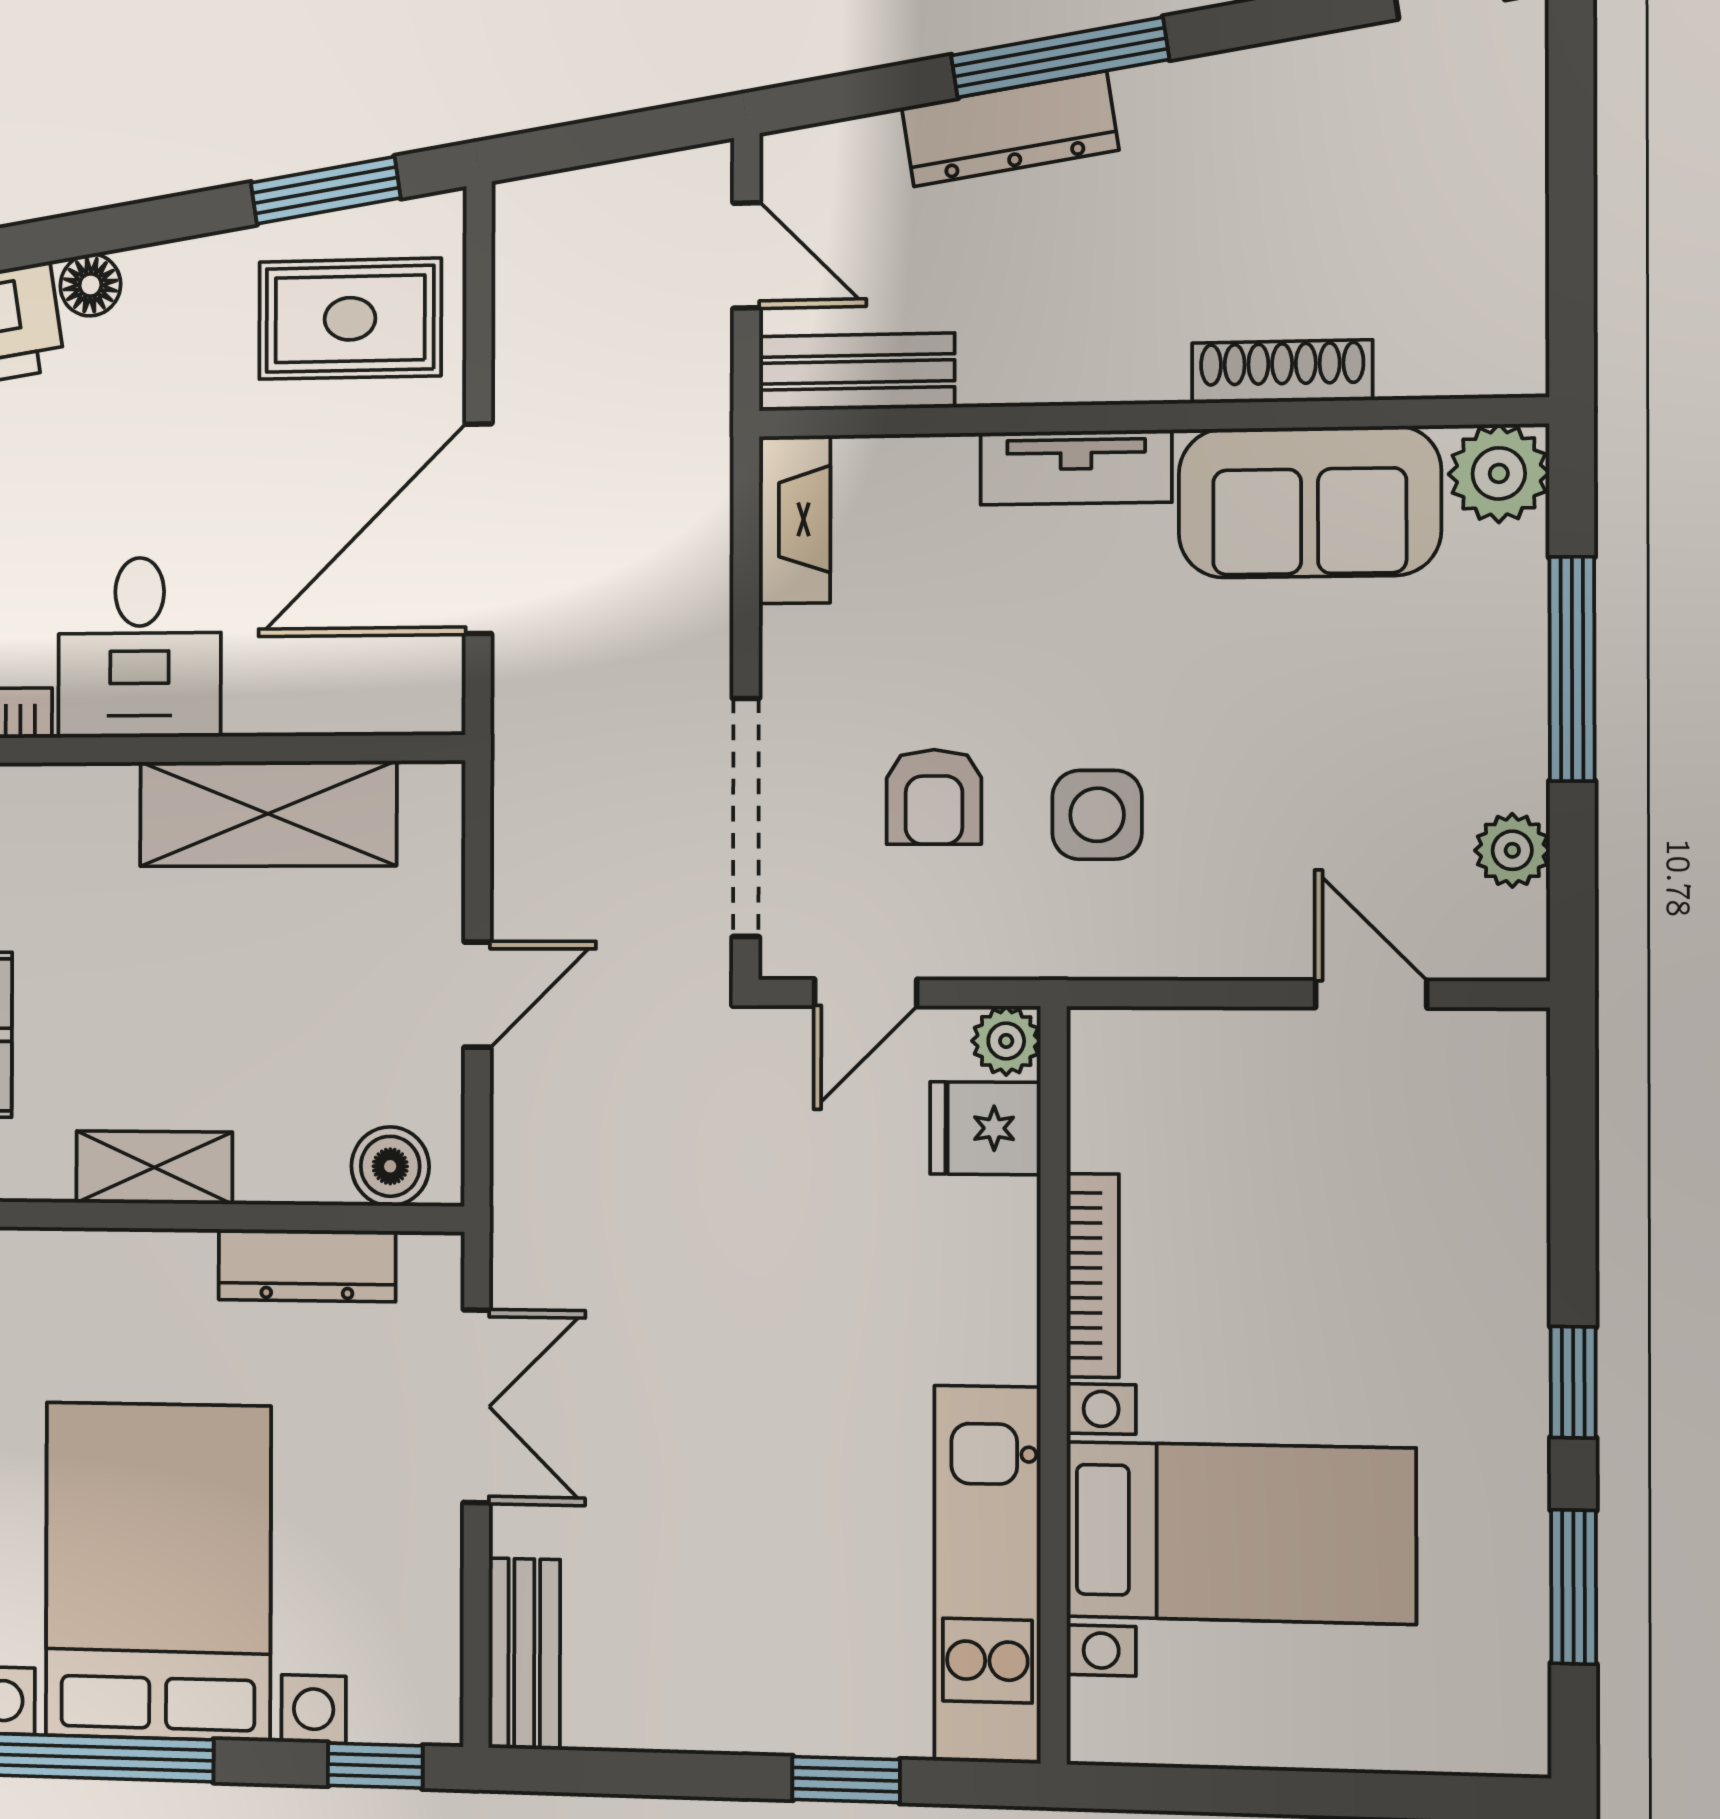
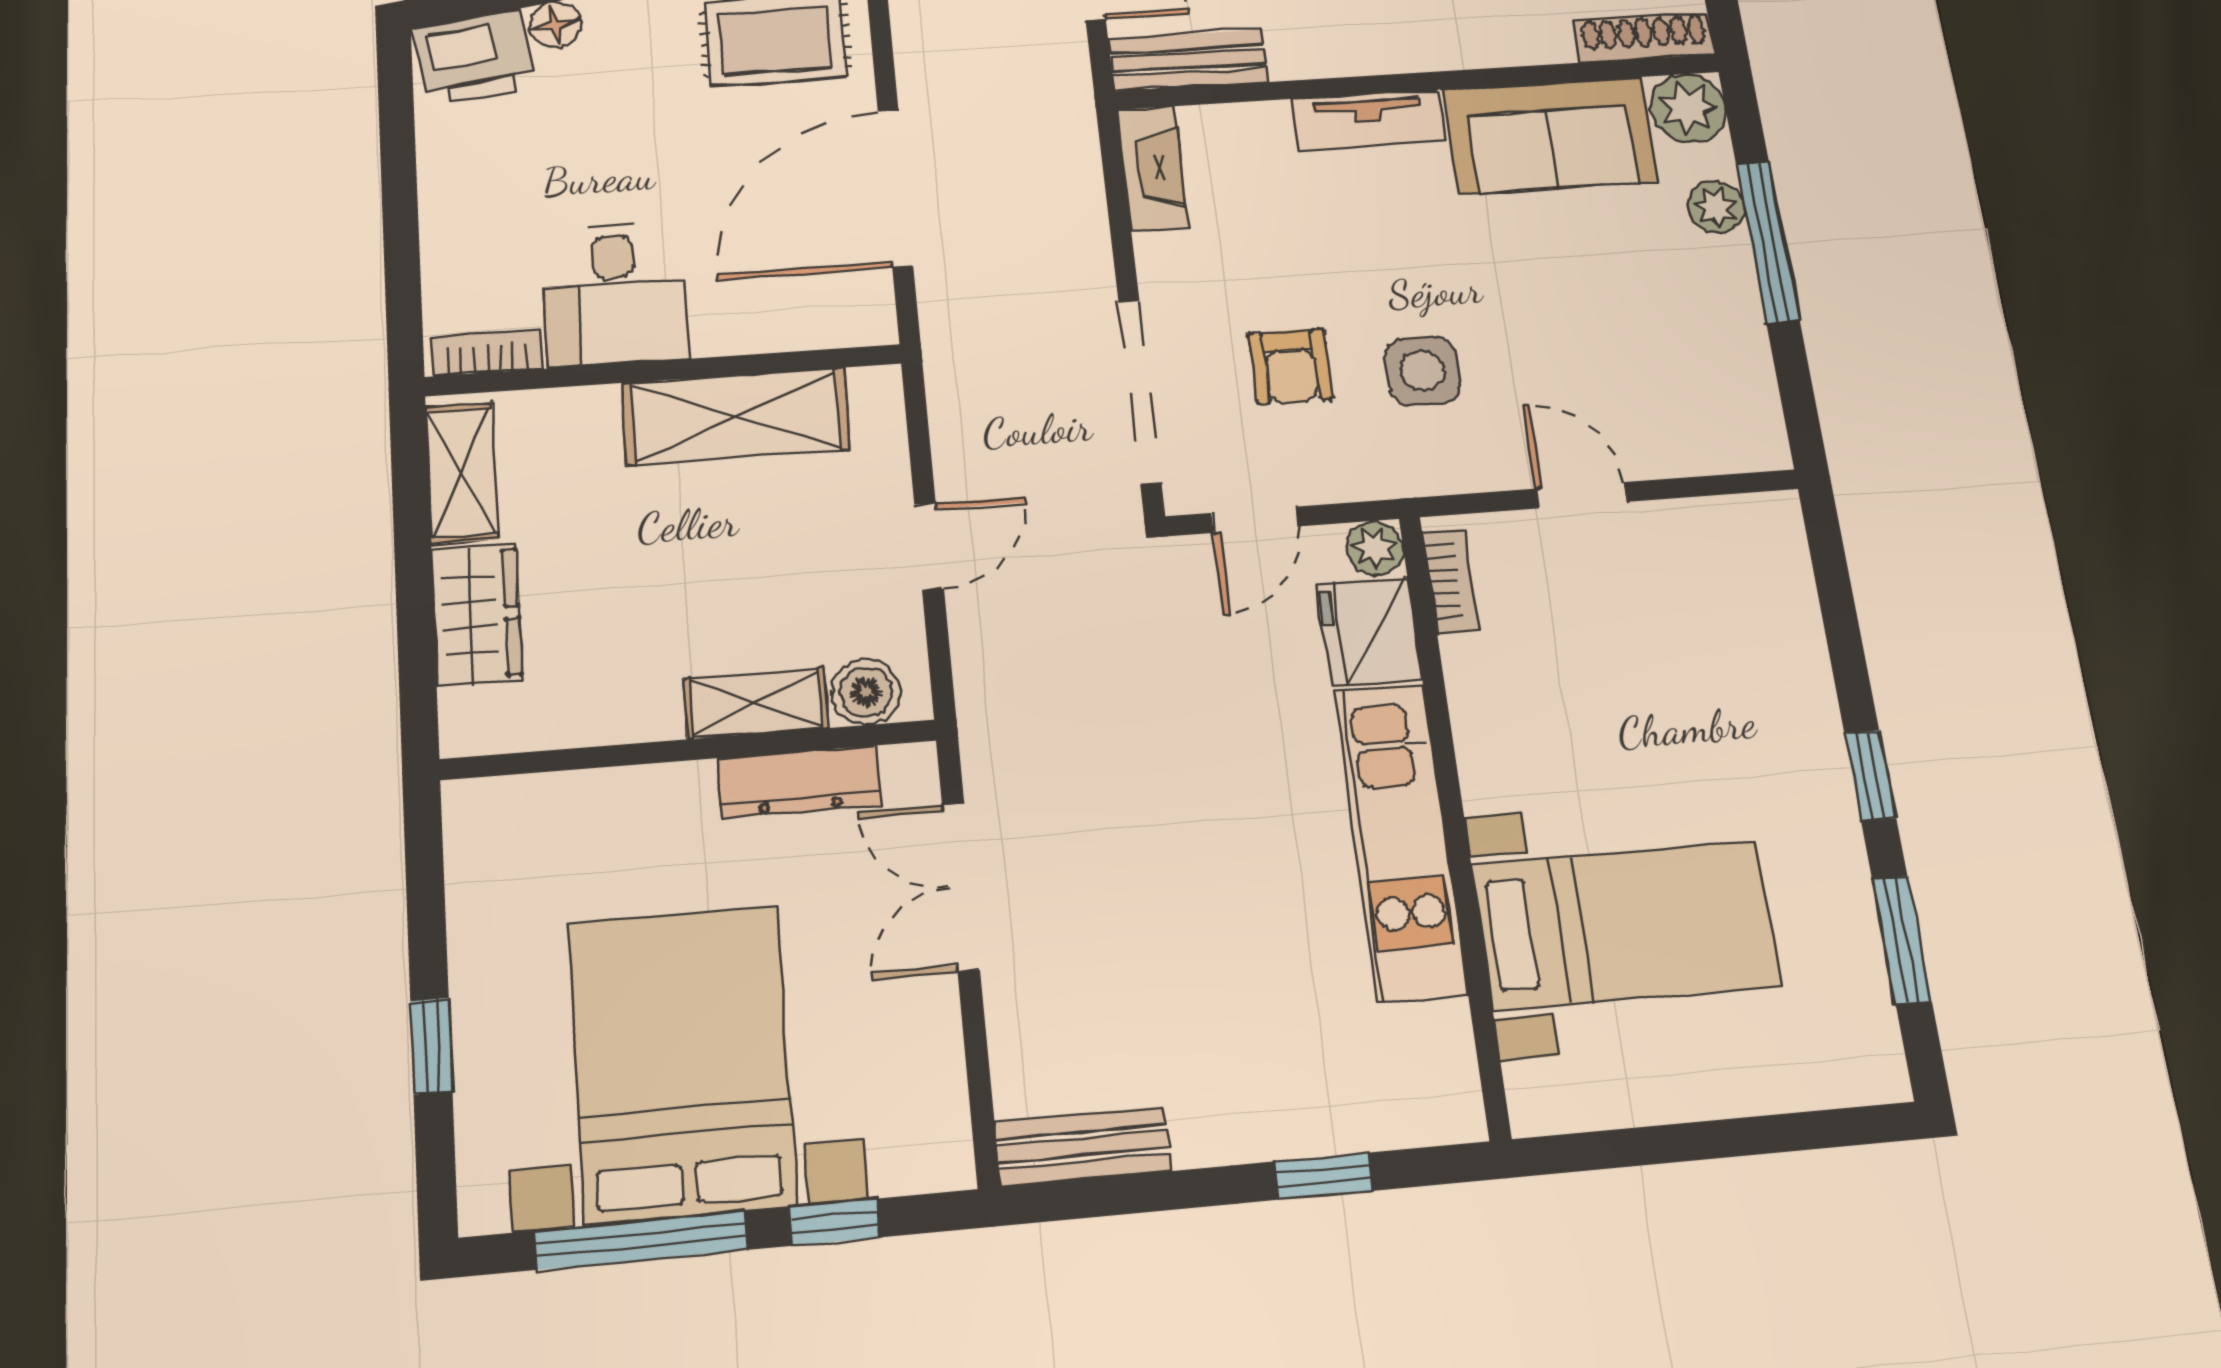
shoe rack: (1282, 372) -> (1644, 38), moved
plant: (1512, 850) -> (1716, 207), moved
door: (1371, 994) -> (1581, 495), moved
fridge: (985, 1128) -> (1370, 632), width x1.38
shelving: (154, 1167) -> (756, 703), moved
bookcase: (1093, 1275) -> (1451, 581), moved, width x0.64
double door: (477, 1406) -> (961, 887), swing flipped
kitchen unit: (987, 1574) -> (1401, 841), moved
bench: (524, 1654) -> (1083, 1146), moved, turned 90
window: (375, 1766) -> (834, 1222), moved

